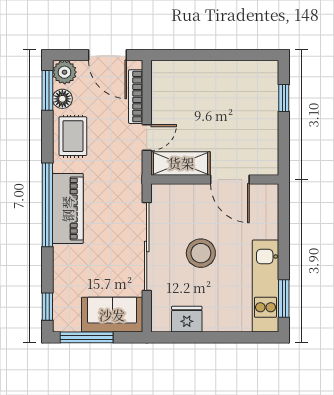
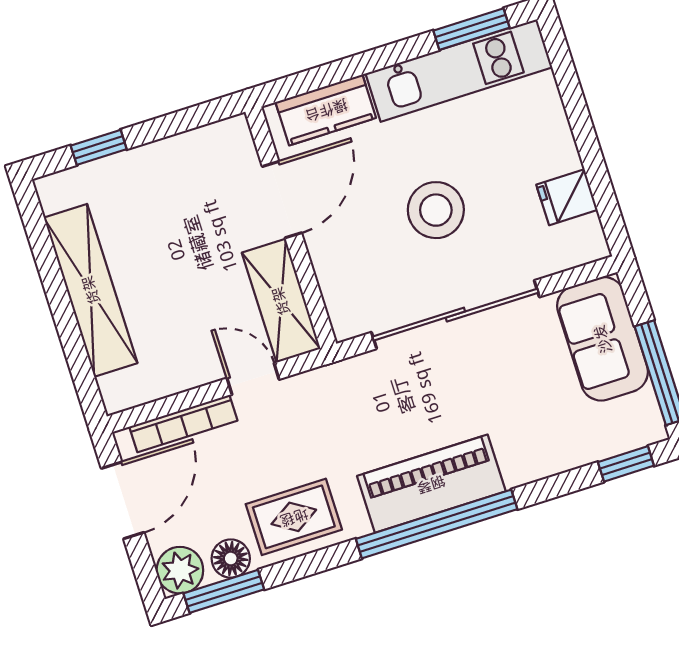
shelving: (215, 72) -> (91, 290), added
kitchen counter: (267, 215) -> (326, 110), added
fridge: (187, 319) -> (567, 197), width x0.72

